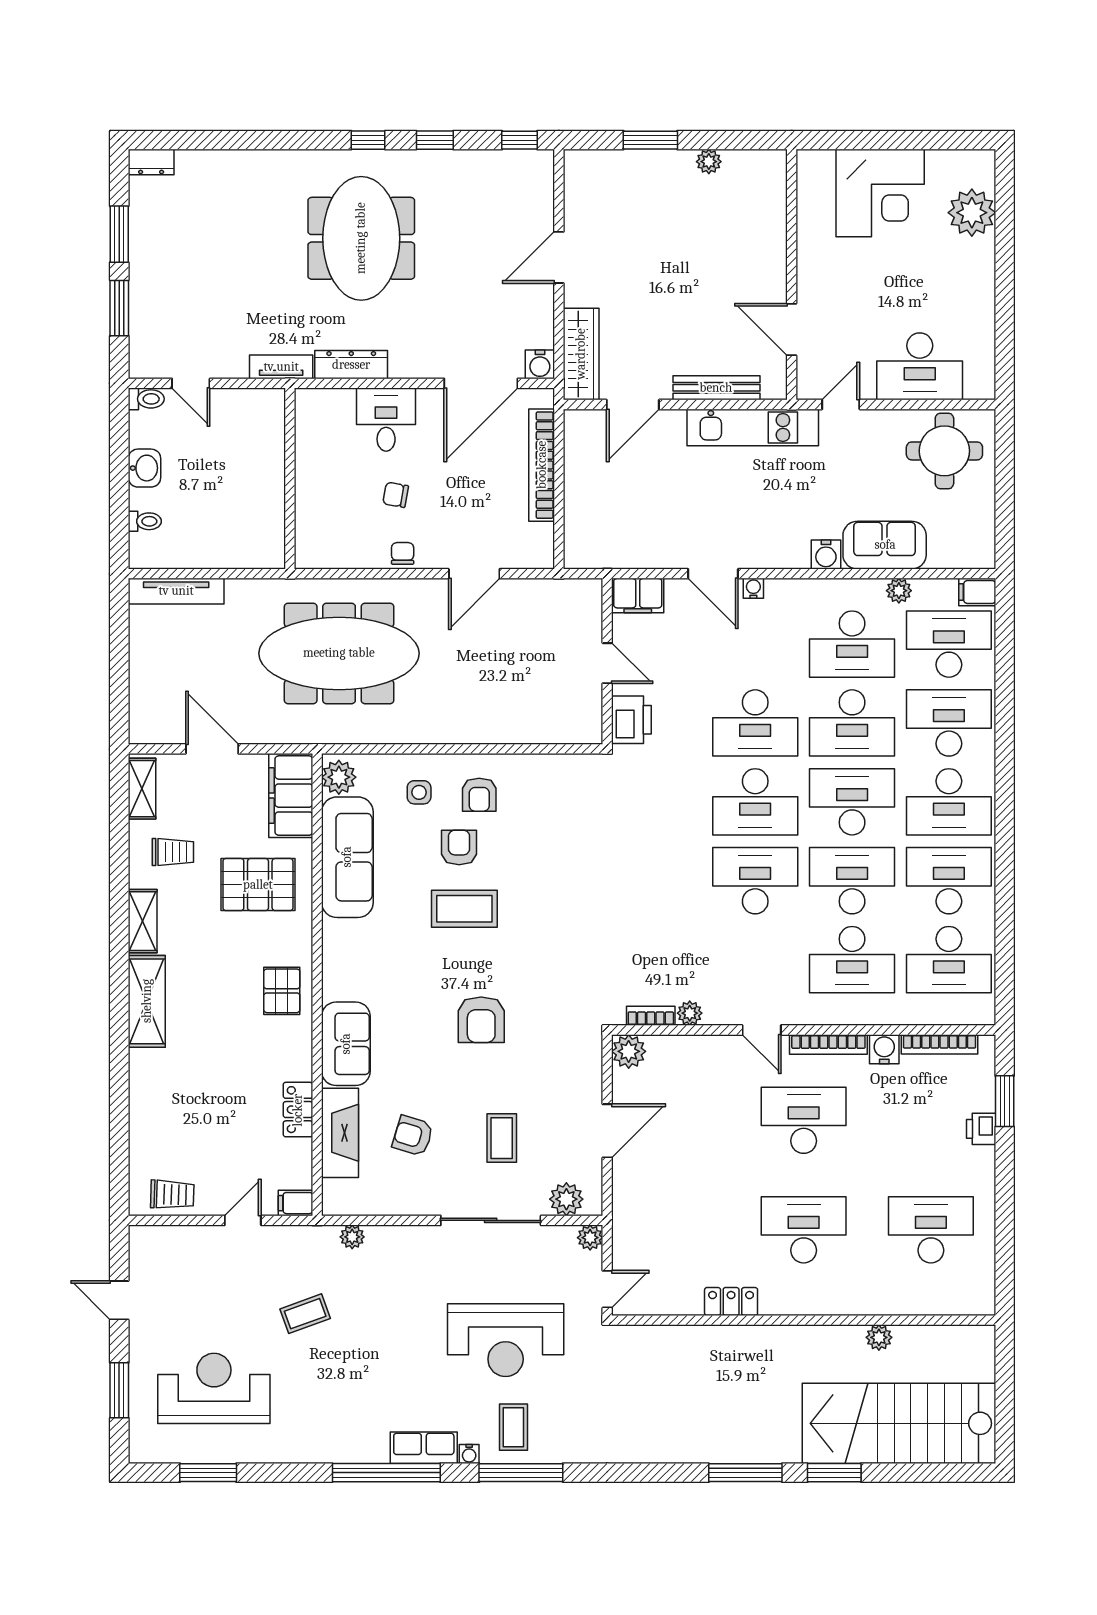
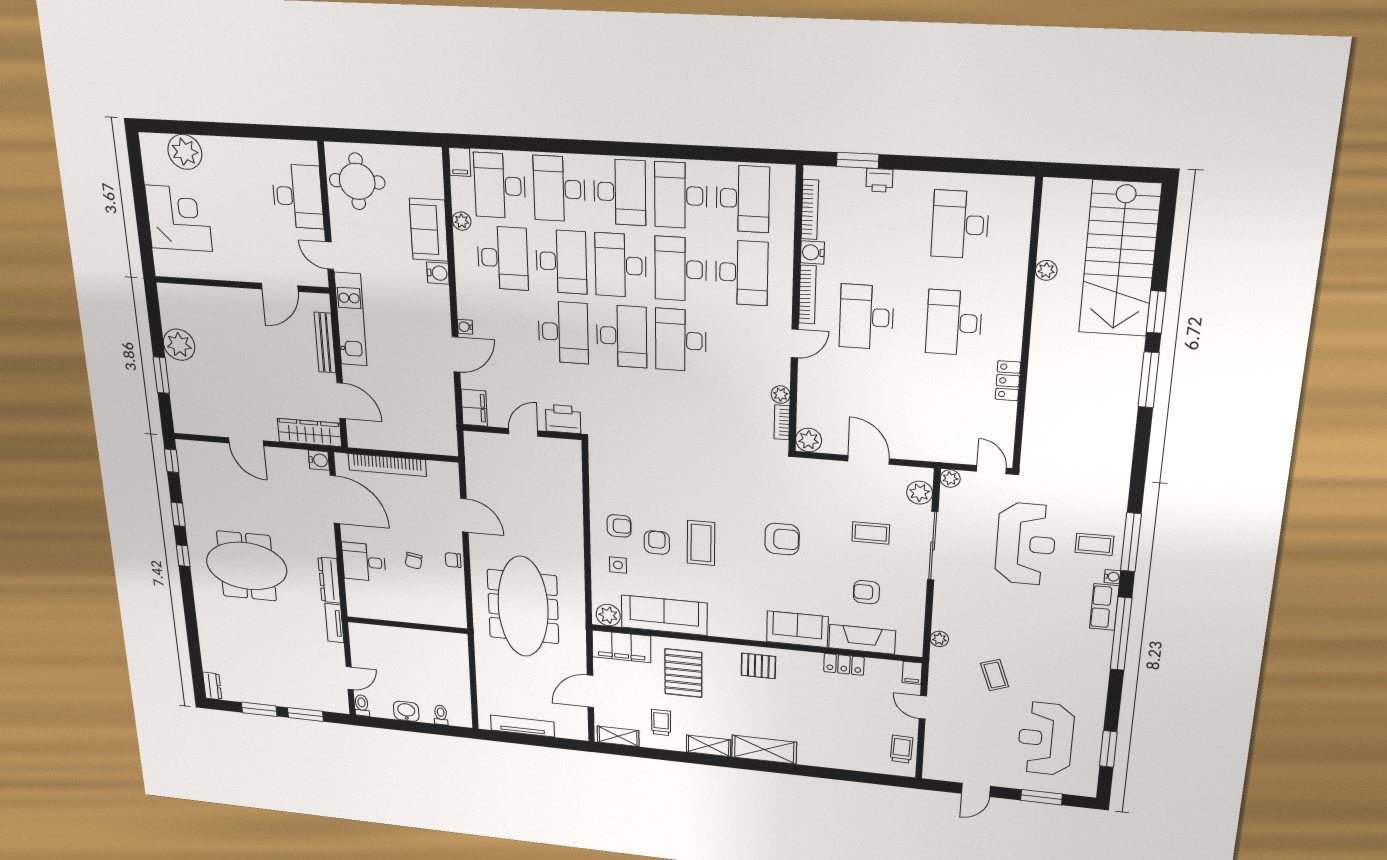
plant: (709, 162) -> (179, 345), width x1.87, depth x1.87
tv unit: (176, 591) -> (522, 726), moved, turned -90
armchair: (459, 847) -> (657, 543), turned 90
armchair: (413, 1136) -> (866, 592), turned 73

